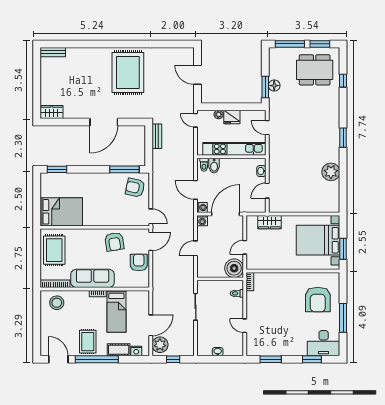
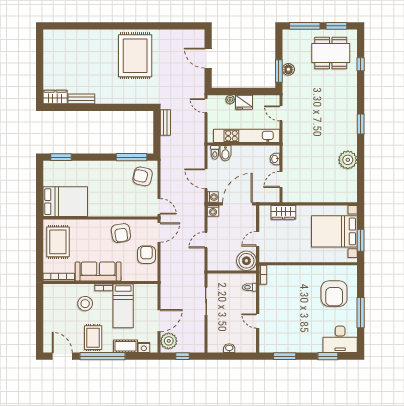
bench: (53, 52) -> (81, 99), moved
door: (104, 122) -> (110, 107), removed
stool: (57, 303) -> (85, 304), moved

